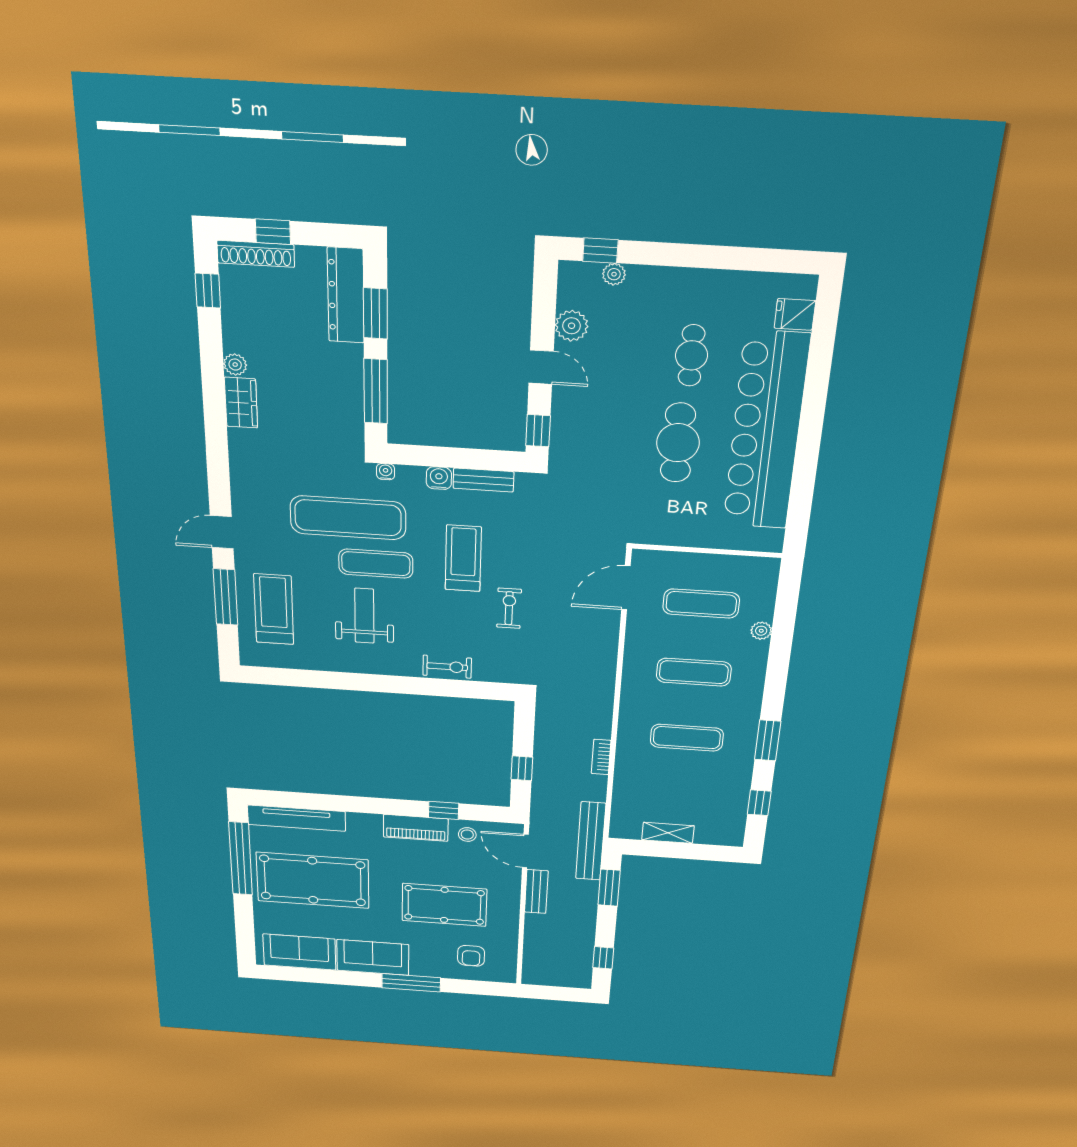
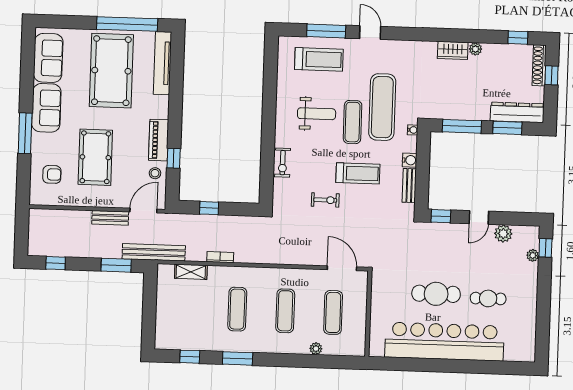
fridge: (795, 314) -> (513, 352), removed
shelving: (668, 833) -> (191, 272), moved, turned 90
armchair: (471, 956) -> (52, 174), turned 180

